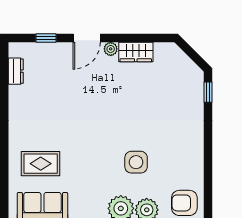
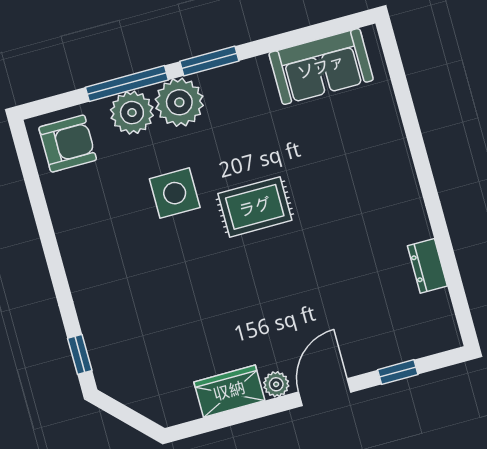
dresser: (16, 71) -> (427, 266), moved
rug: (41, 164) -> (255, 207), moved

